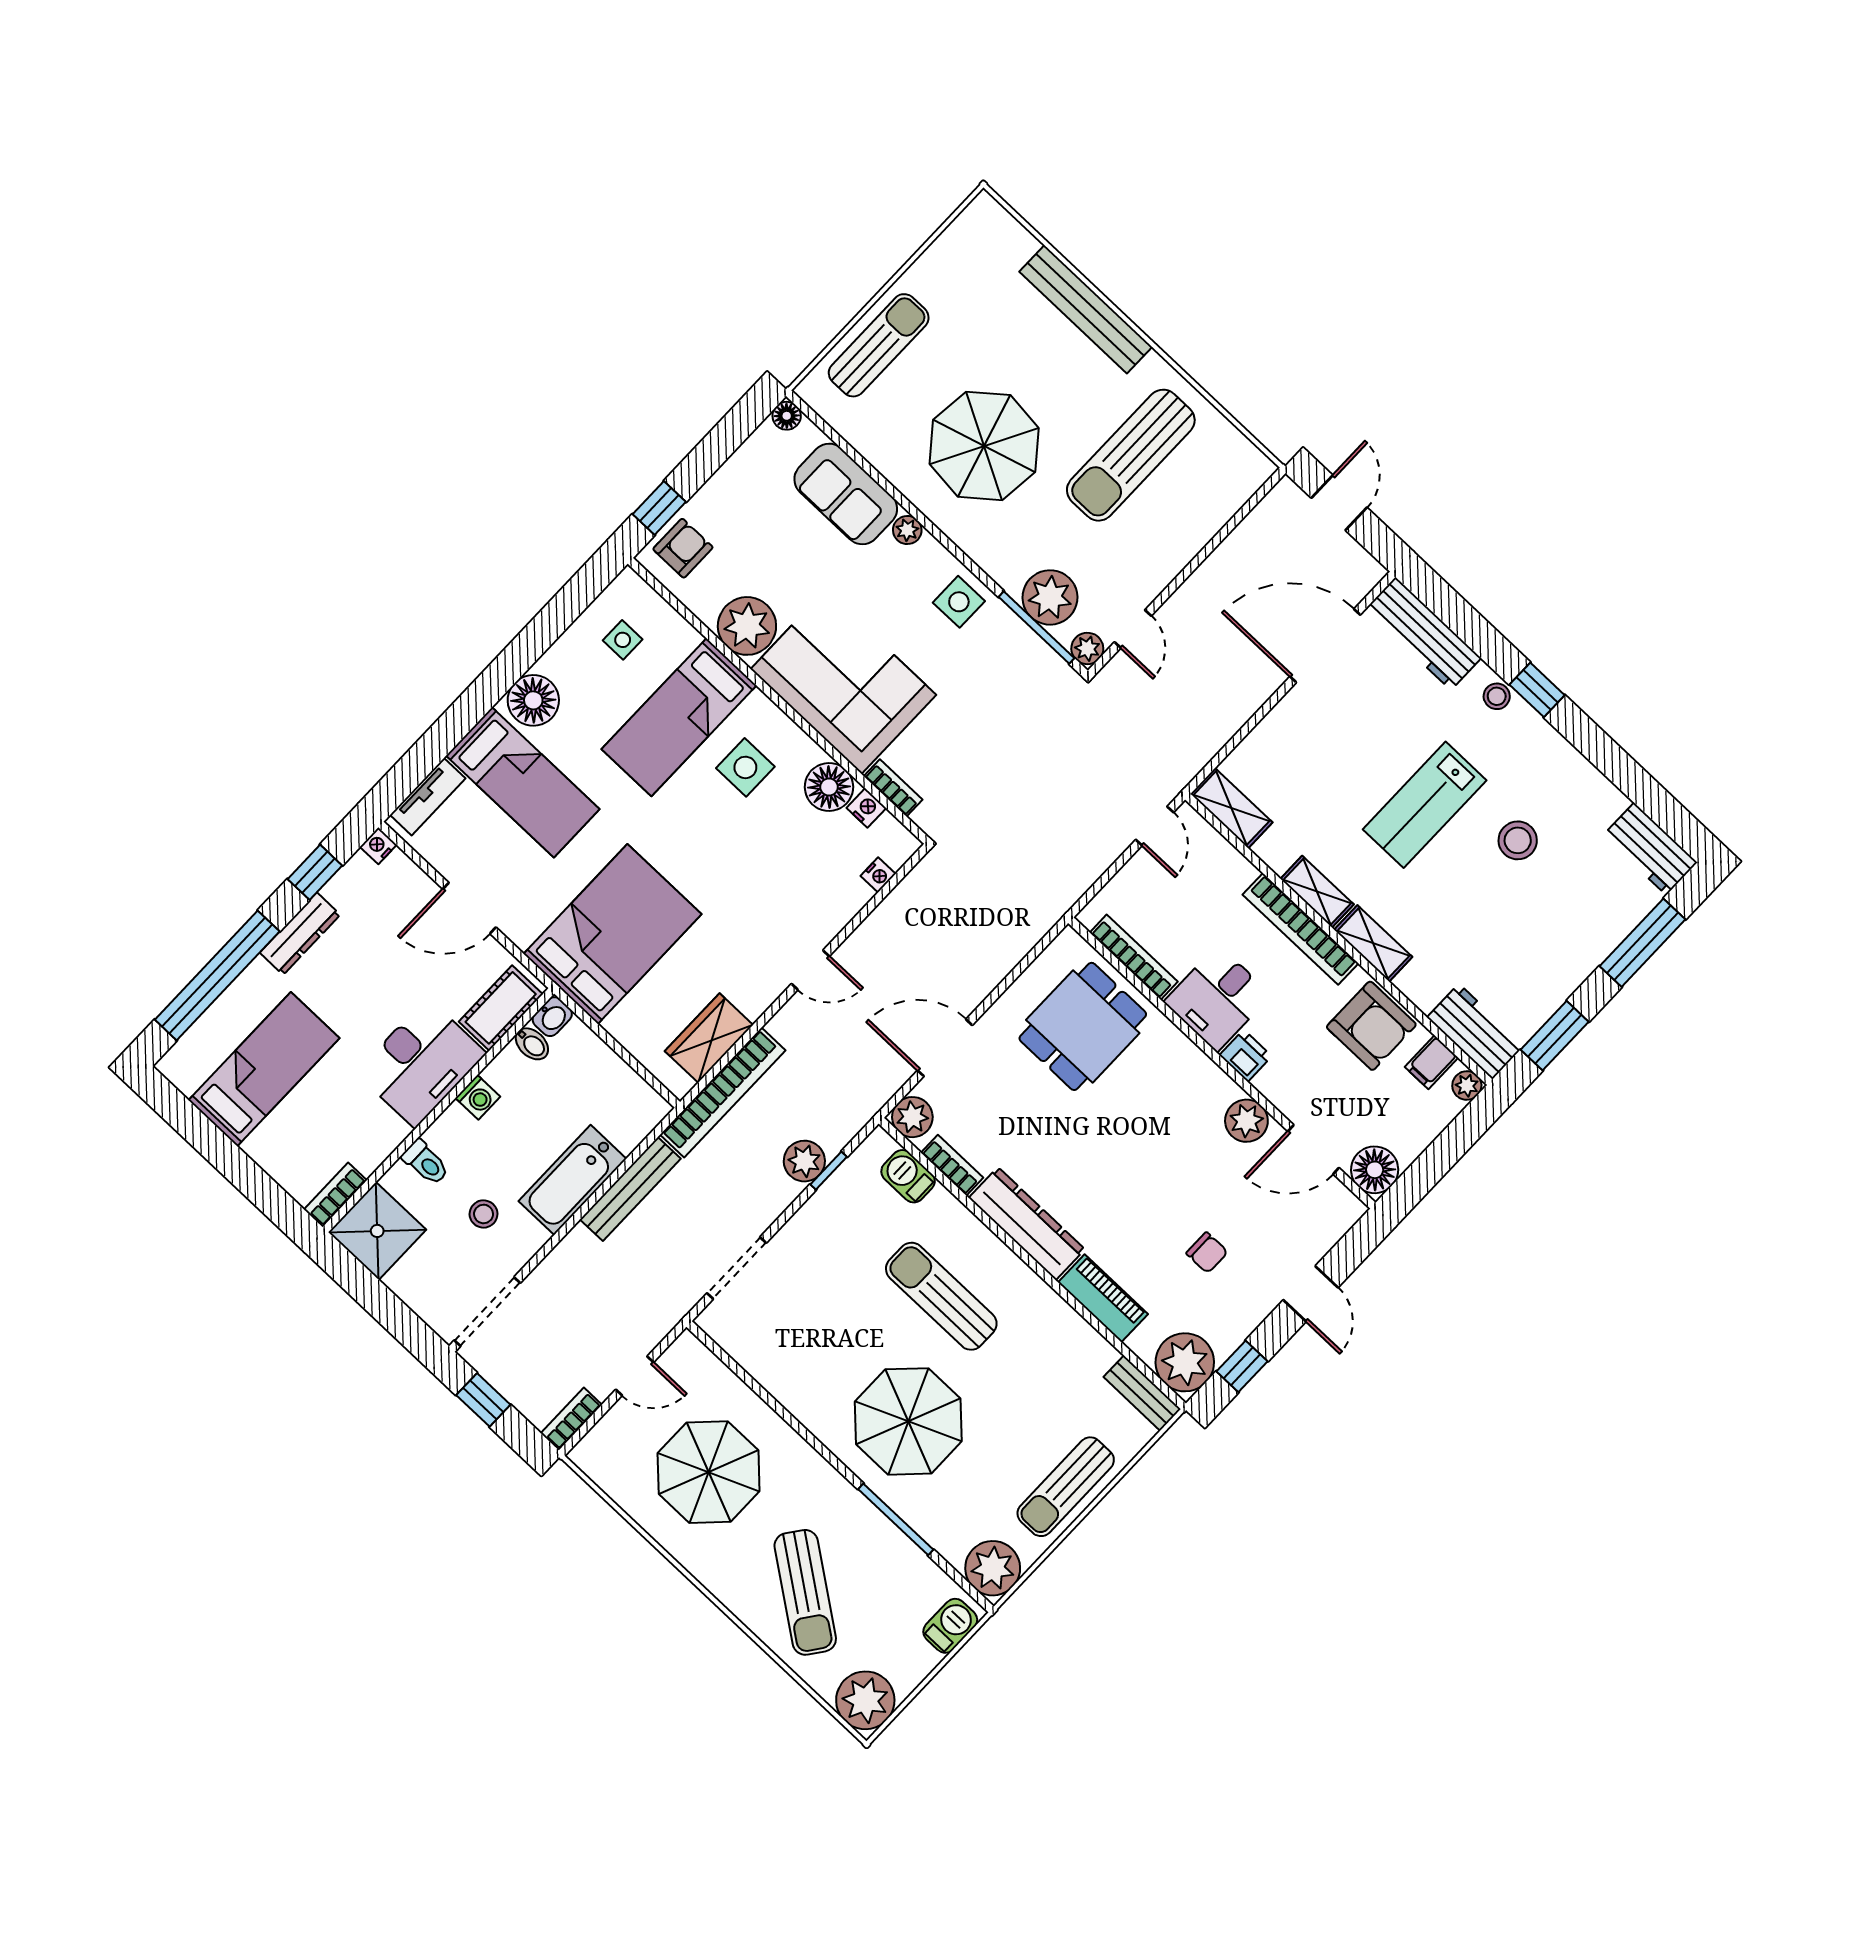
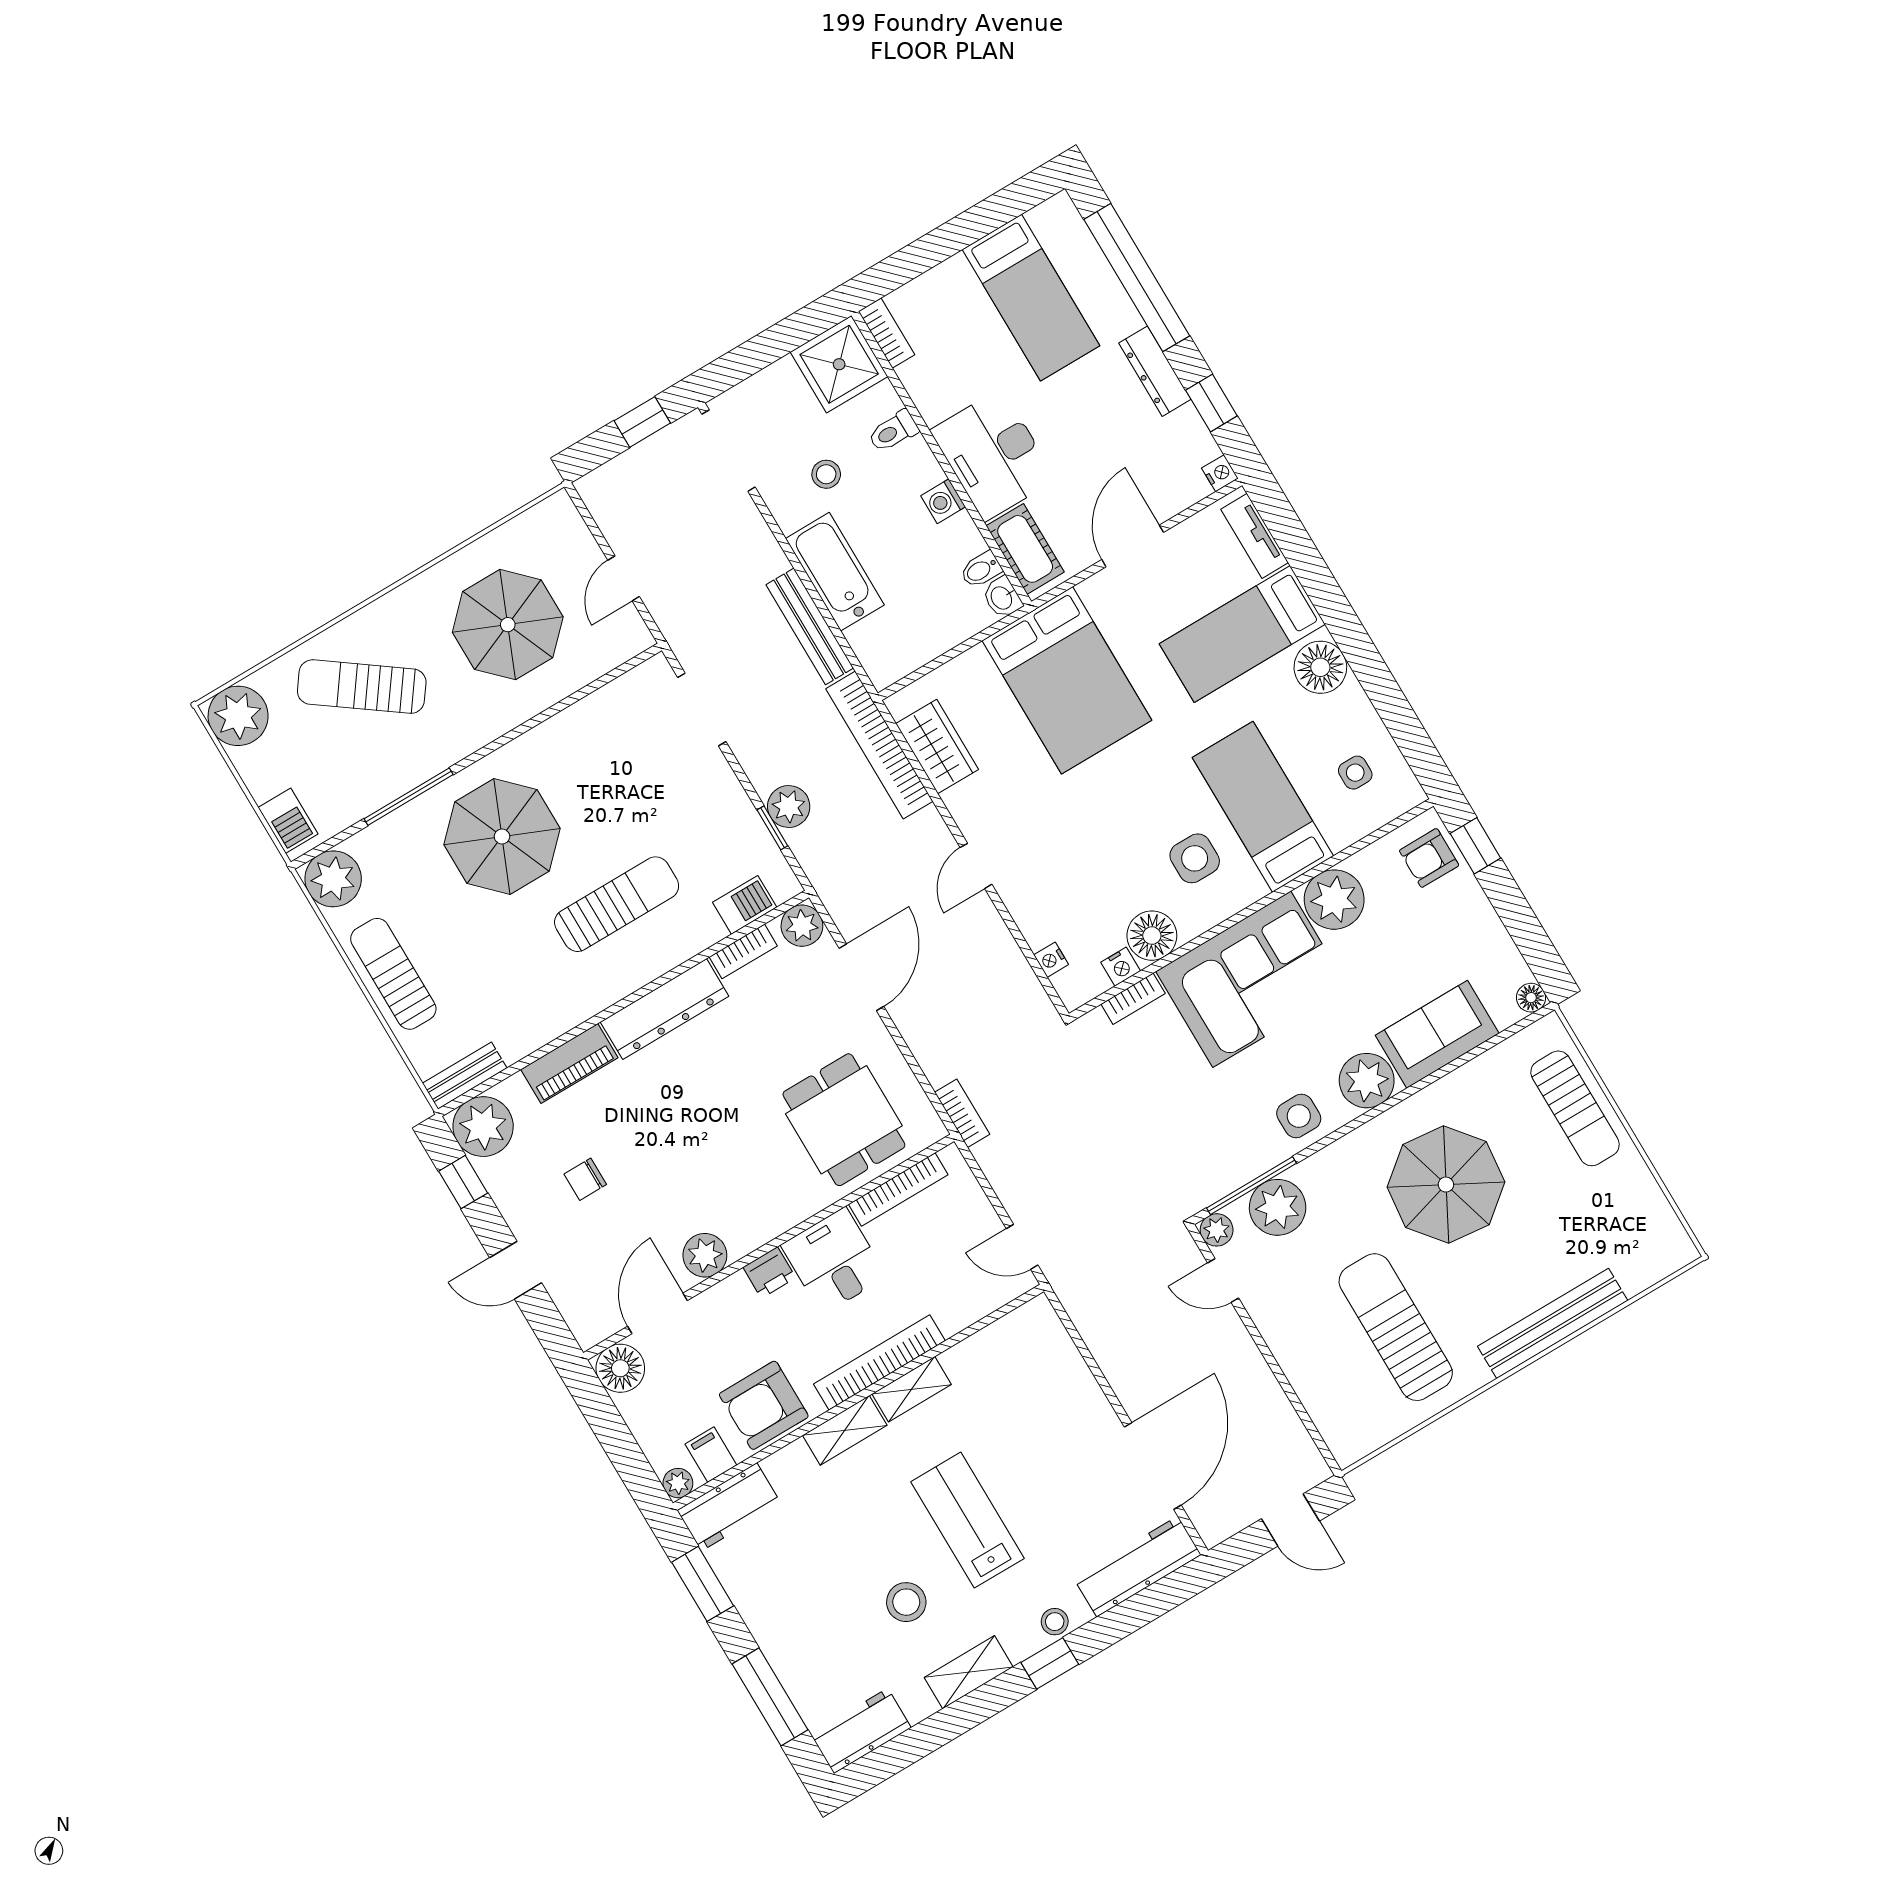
plant: (907, 530) -> (1367, 1081), width x1.88, depth x1.88
armchair: (683, 548) -> (1429, 858), turned 90
shelving: (1231, 808) -> (969, 1672), moved
bookcase: (571, 1419) -> (962, 1113), moved

